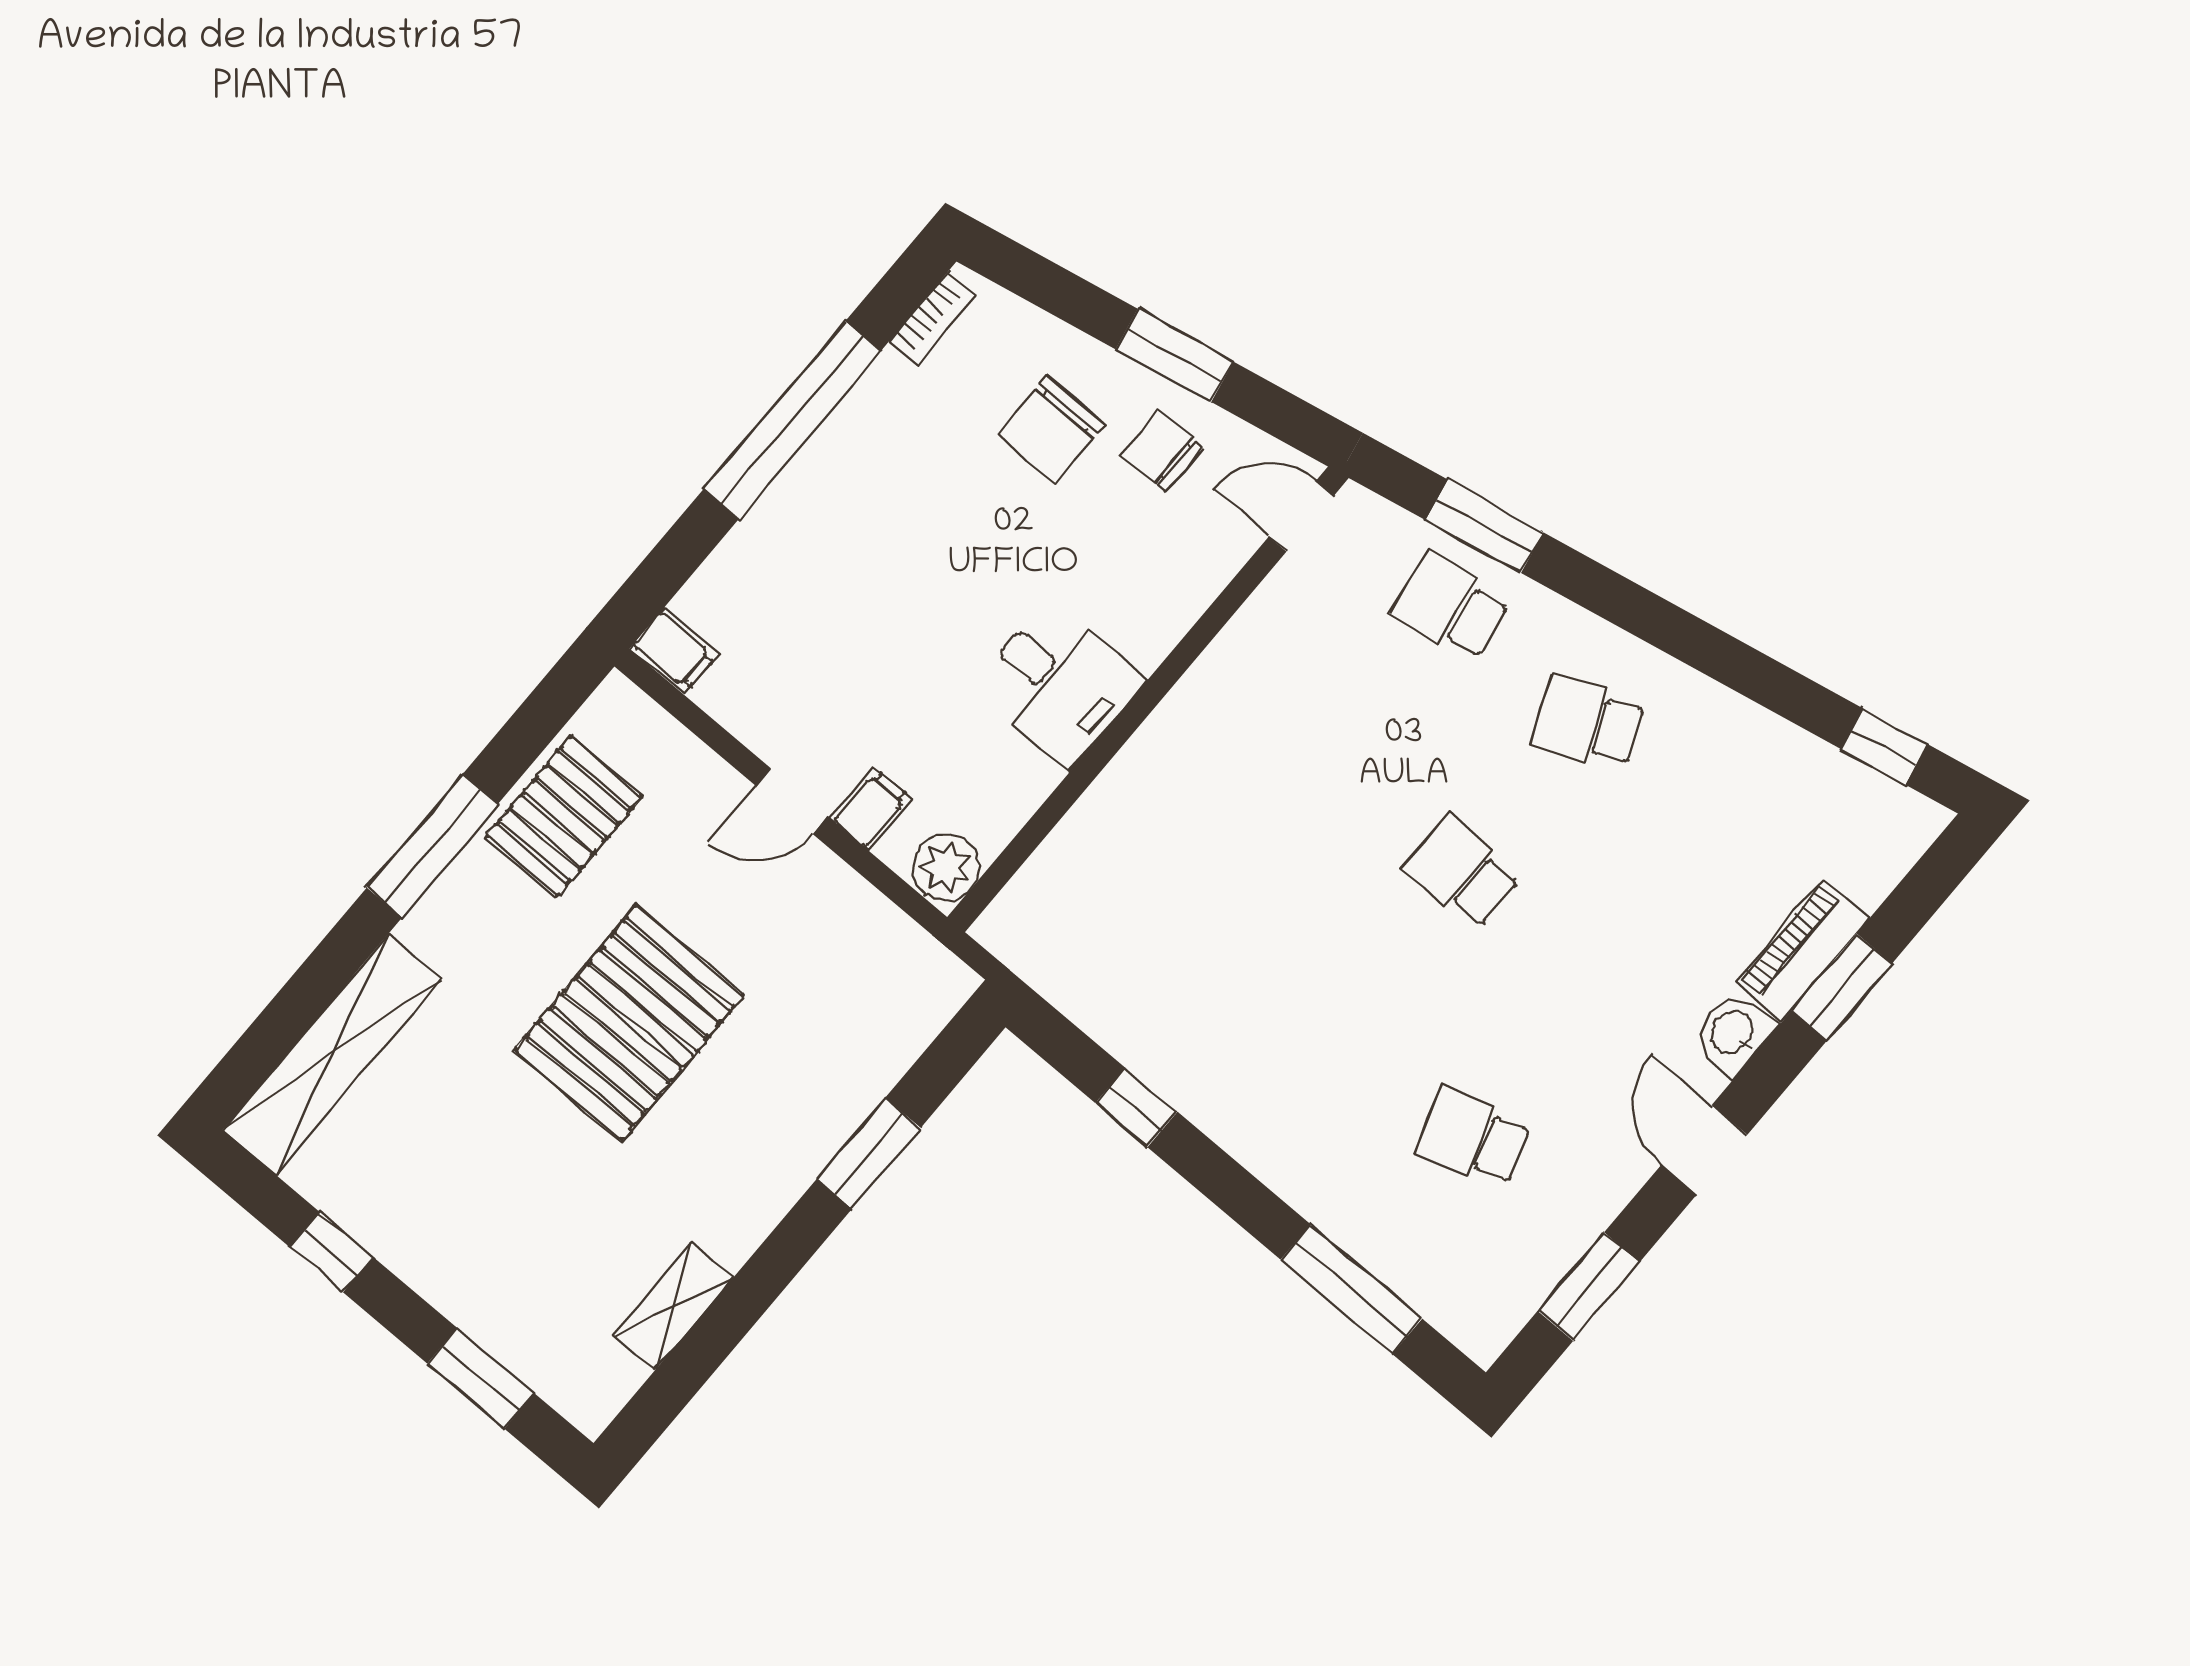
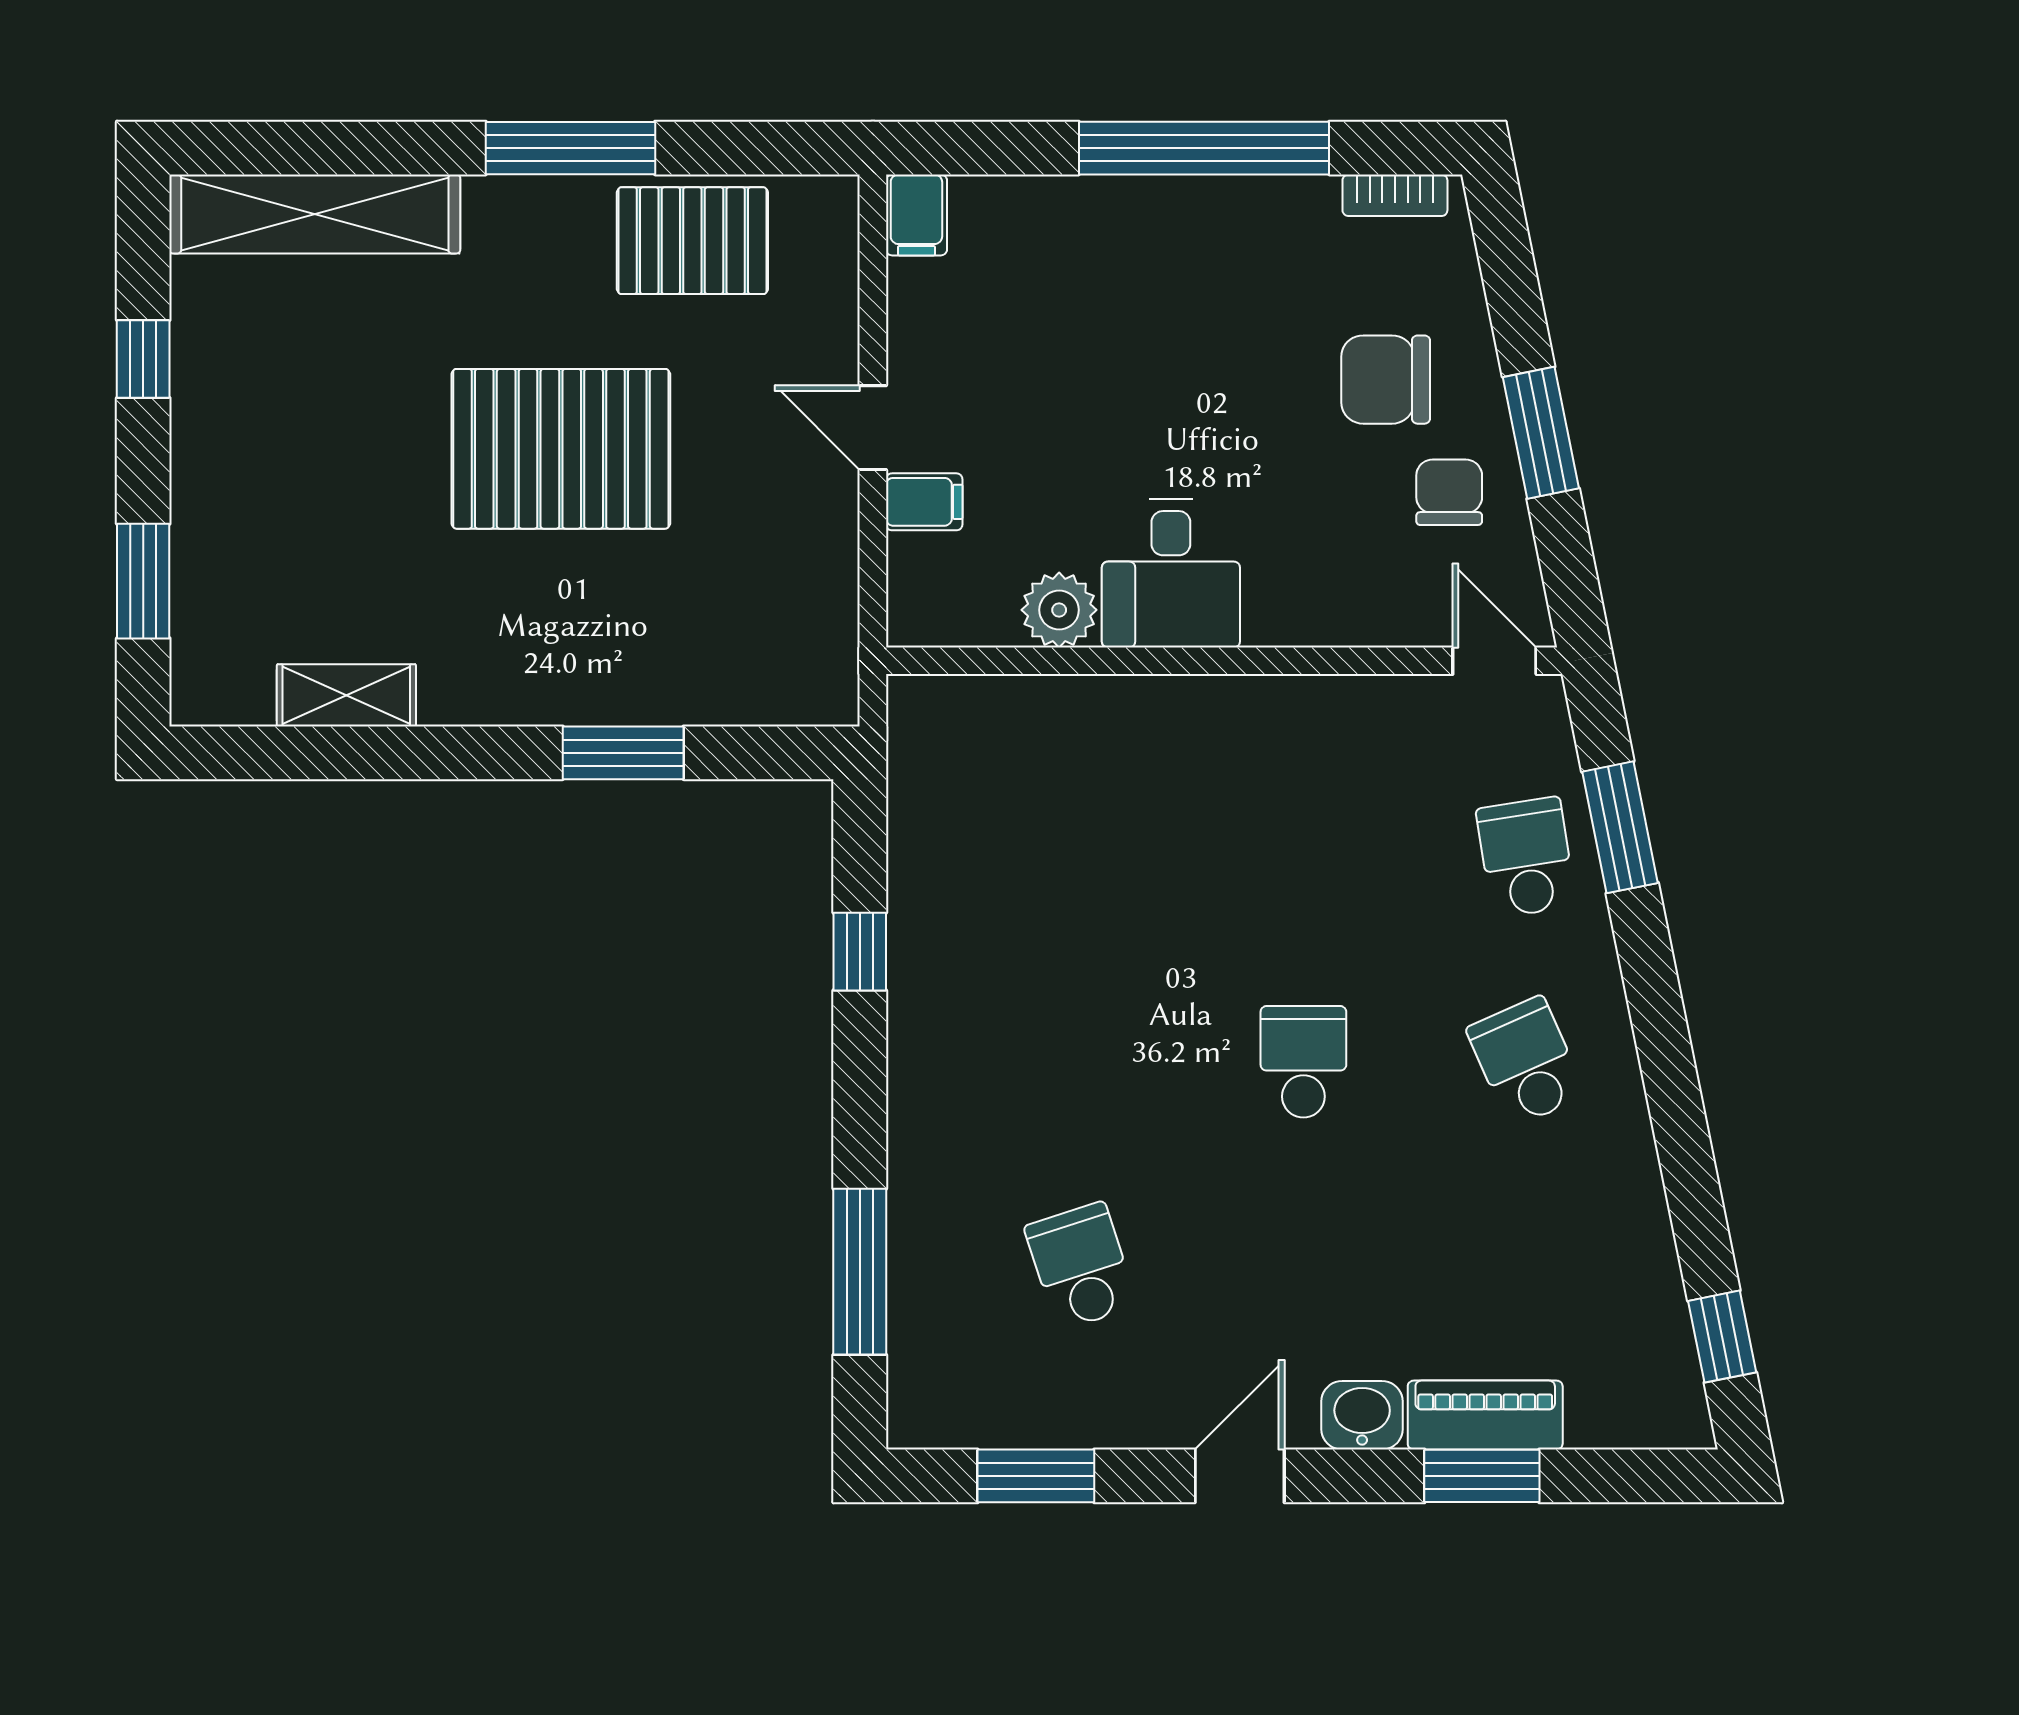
plant: (946, 867) -> (1059, 610), moved

